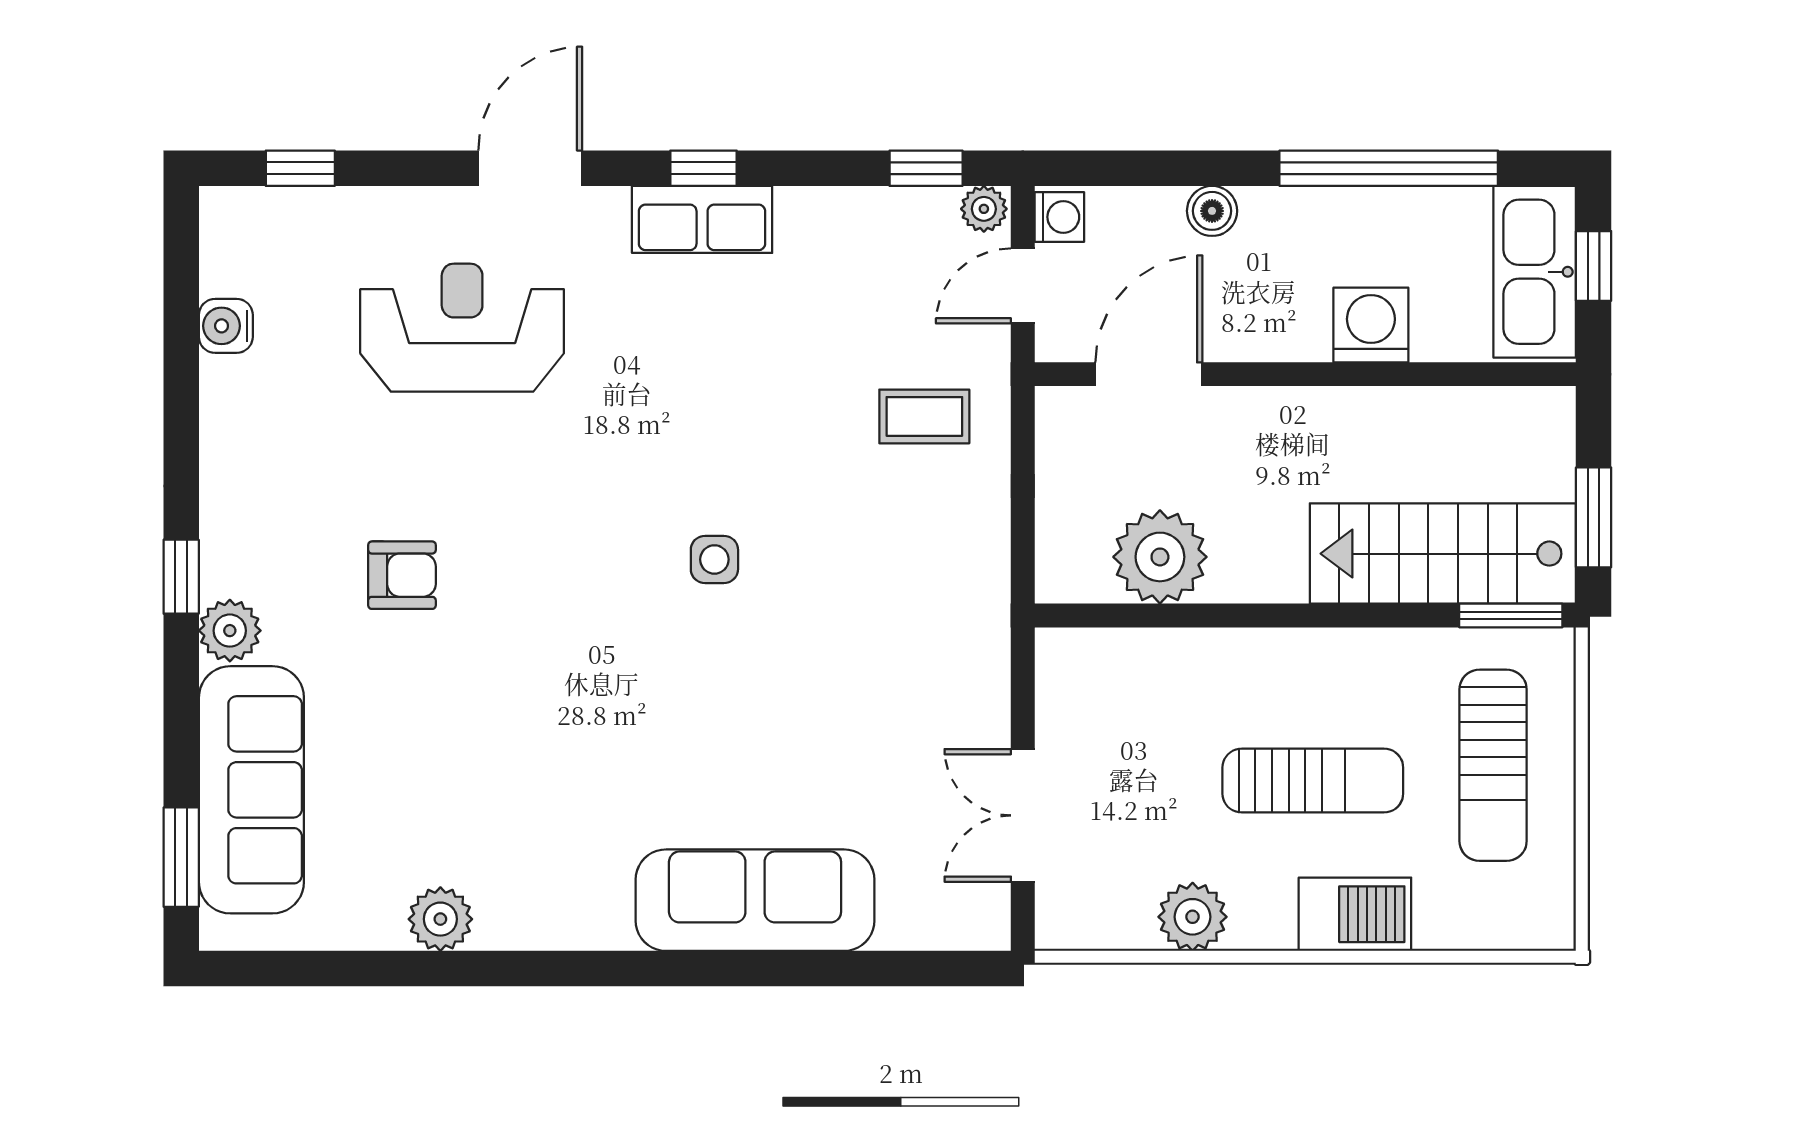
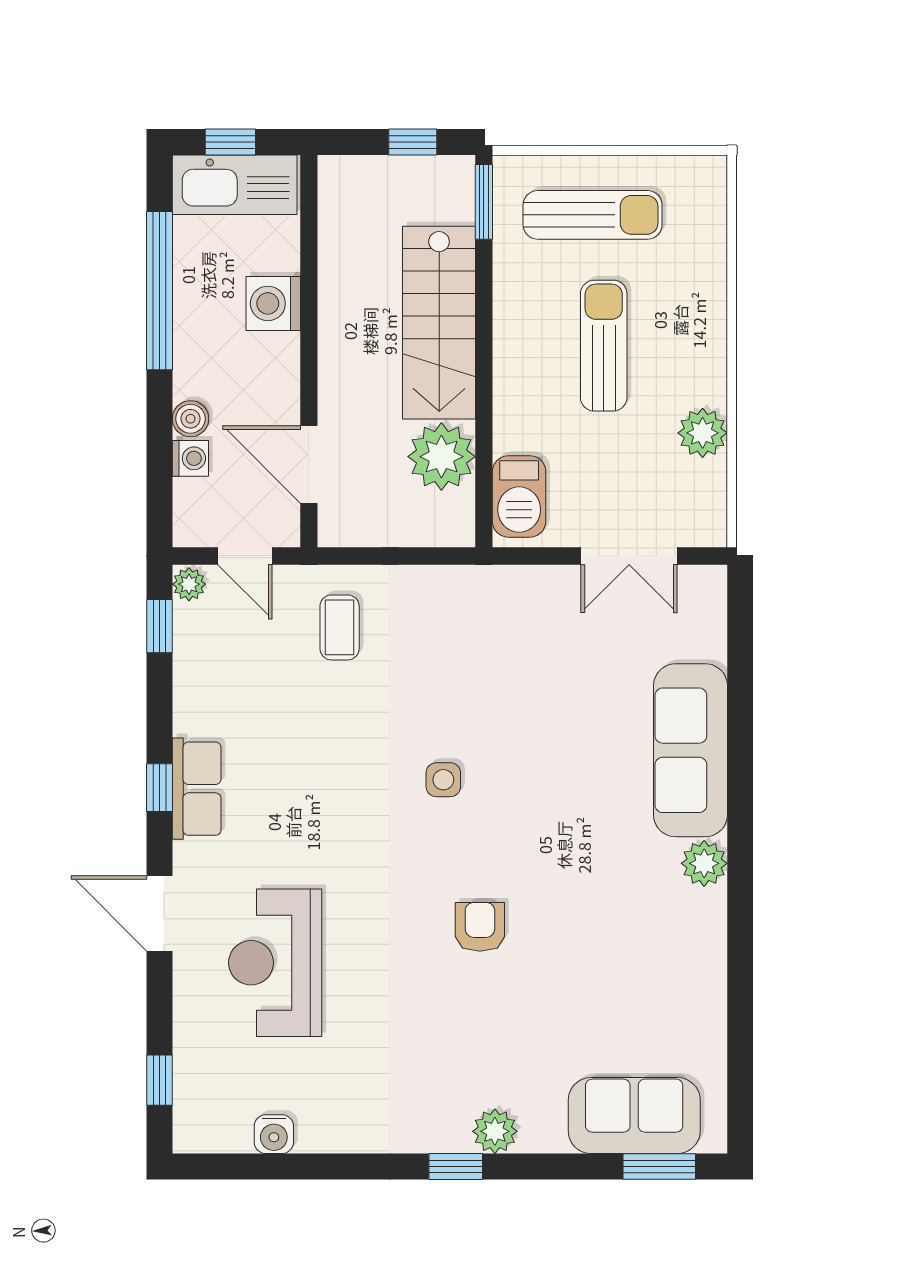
washing machine: (1059, 217) -> (190, 458), moved, turned 90
window: (1594, 517) -> (413, 142), width x0.67
stairs: (1443, 554) -> (439, 323), moved
armchair: (402, 575) -> (480, 927), moved
sofa: (251, 790) -> (634, 1116), width x0.73
barbecue: (1355, 914) -> (519, 496), moved, turned 180
plant: (440, 919) -> (704, 863), moved

